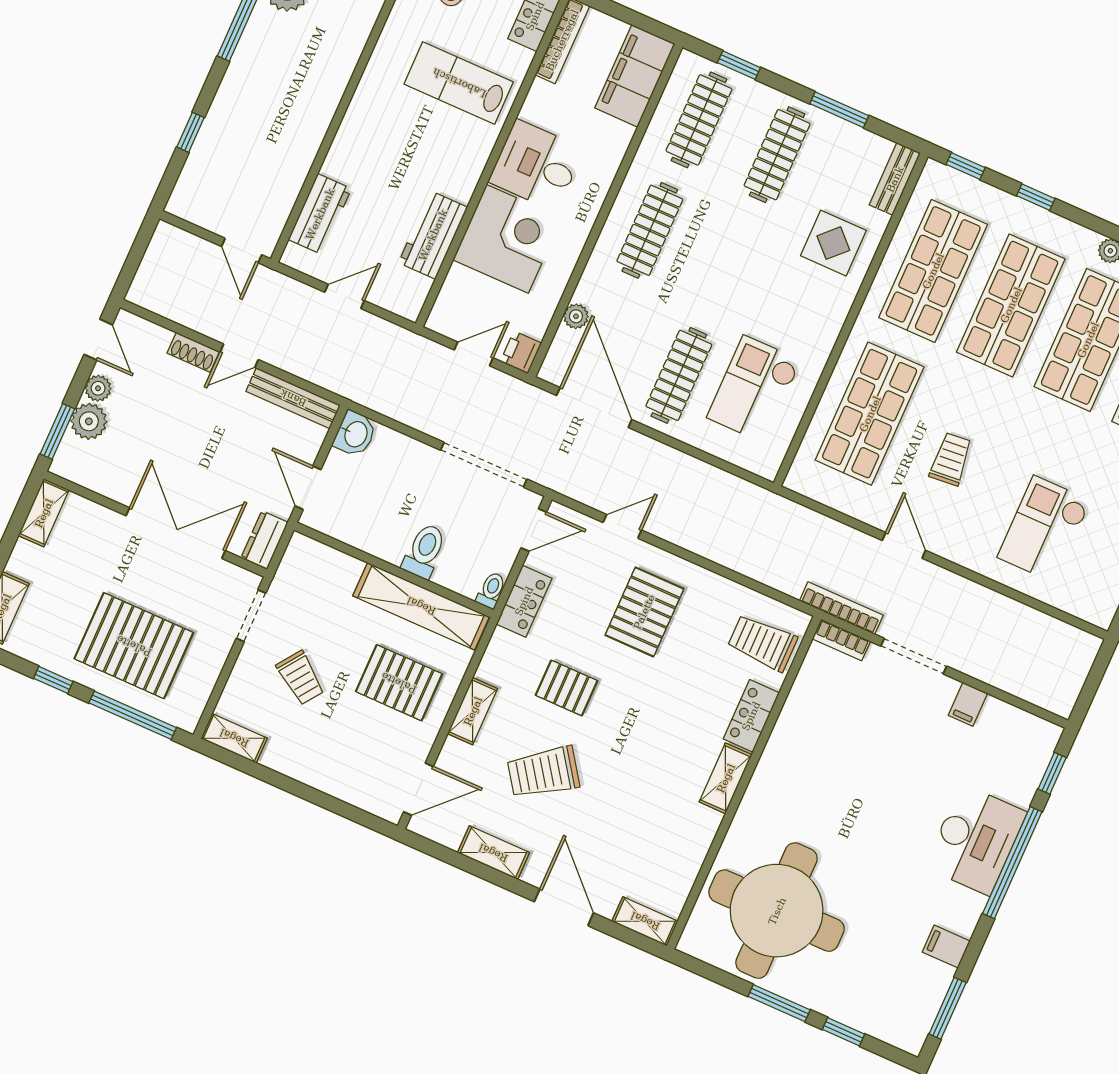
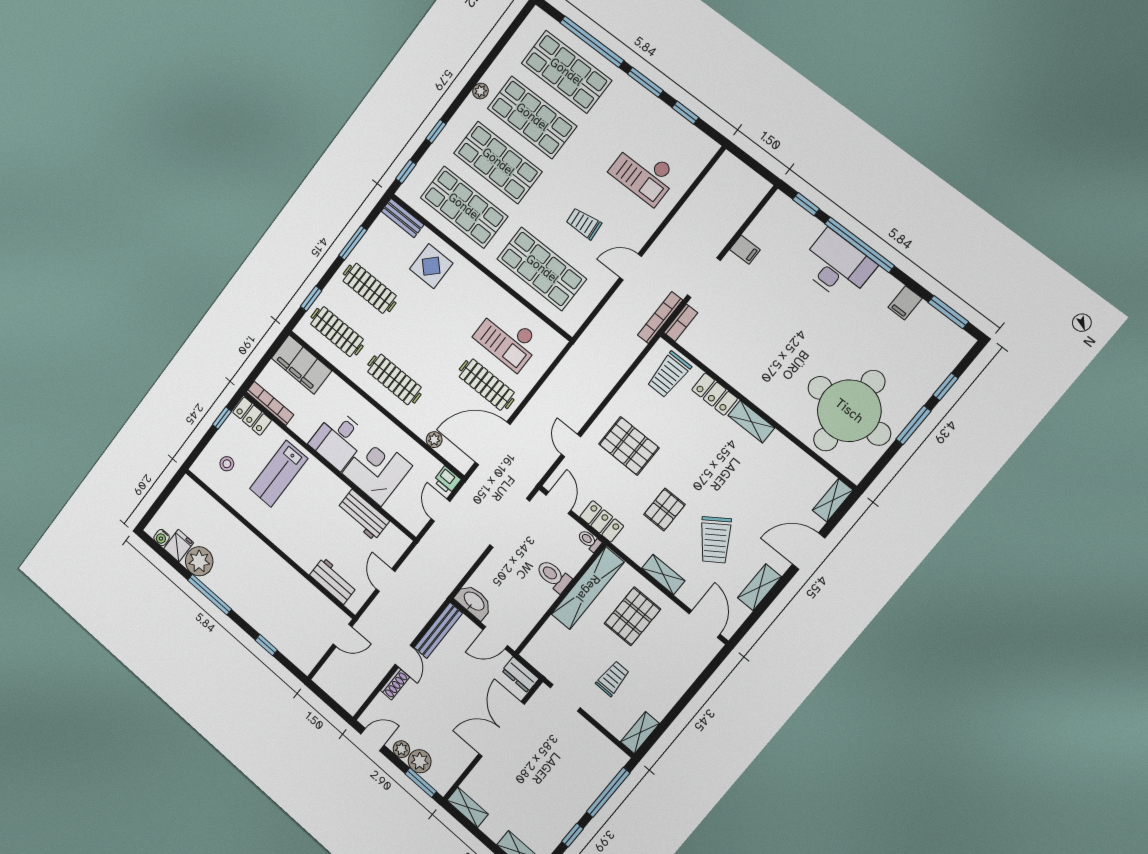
washbasin: (355, 434) -> (474, 602), width x1.38
pallet: (134, 646) -> (564, 778), removed
trolley: (301, 678) -> (613, 678), turned -36

